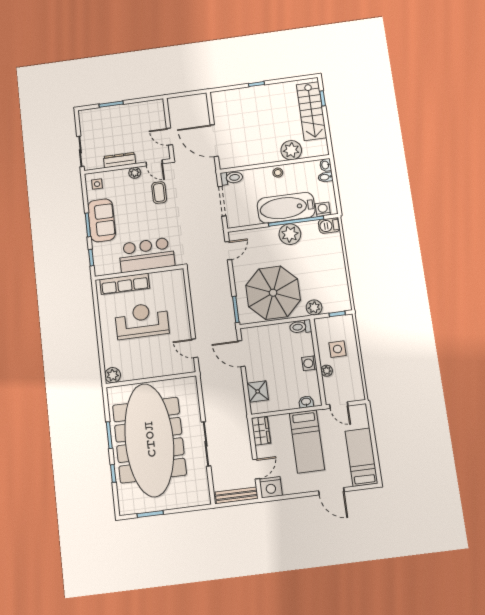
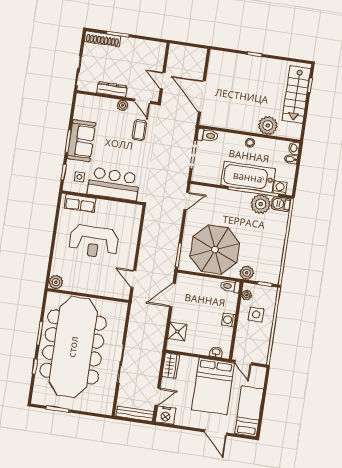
shoe rack: (97, 113) -> (103, 39), added
side table: (97, 184) -> (79, 177), moved
plant: (290, 234) -> (261, 204), moved
row of seats: (125, 284) -> (80, 203), width x0.68
reception desk: (142, 321) -> (94, 242), turned 180
door: (241, 354) -> (172, 295), hinge flipped
plant: (327, 371) -> (247, 295), moved
bed: (307, 441) -> (213, 386), width x1.50

